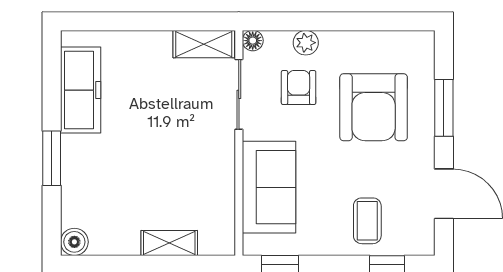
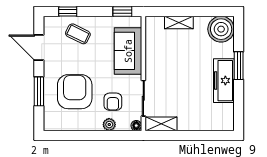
freezer: (81, 90) -> (224, 81), moved
coffee table: (367, 221) -> (78, 34), turned -64
boiler: (74, 242) -> (221, 29), width x1.86, depth x1.86

